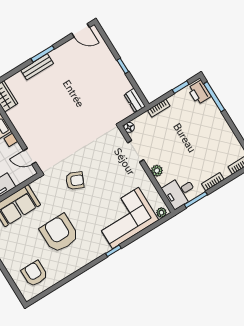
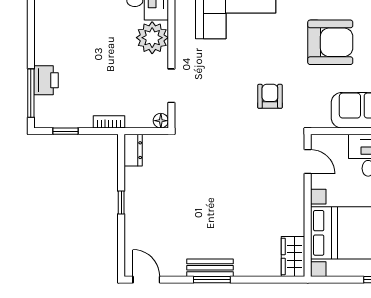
bench: (37, 67) -> (210, 268), moved
printer: (199, 92) -> (46, 80), moved
plant: (157, 171) -> (152, 38), width x1.87, depth x1.87
armchair: (75, 181) -> (270, 96), turned 66
armchair: (59, 233) -> (330, 42), turned -90

